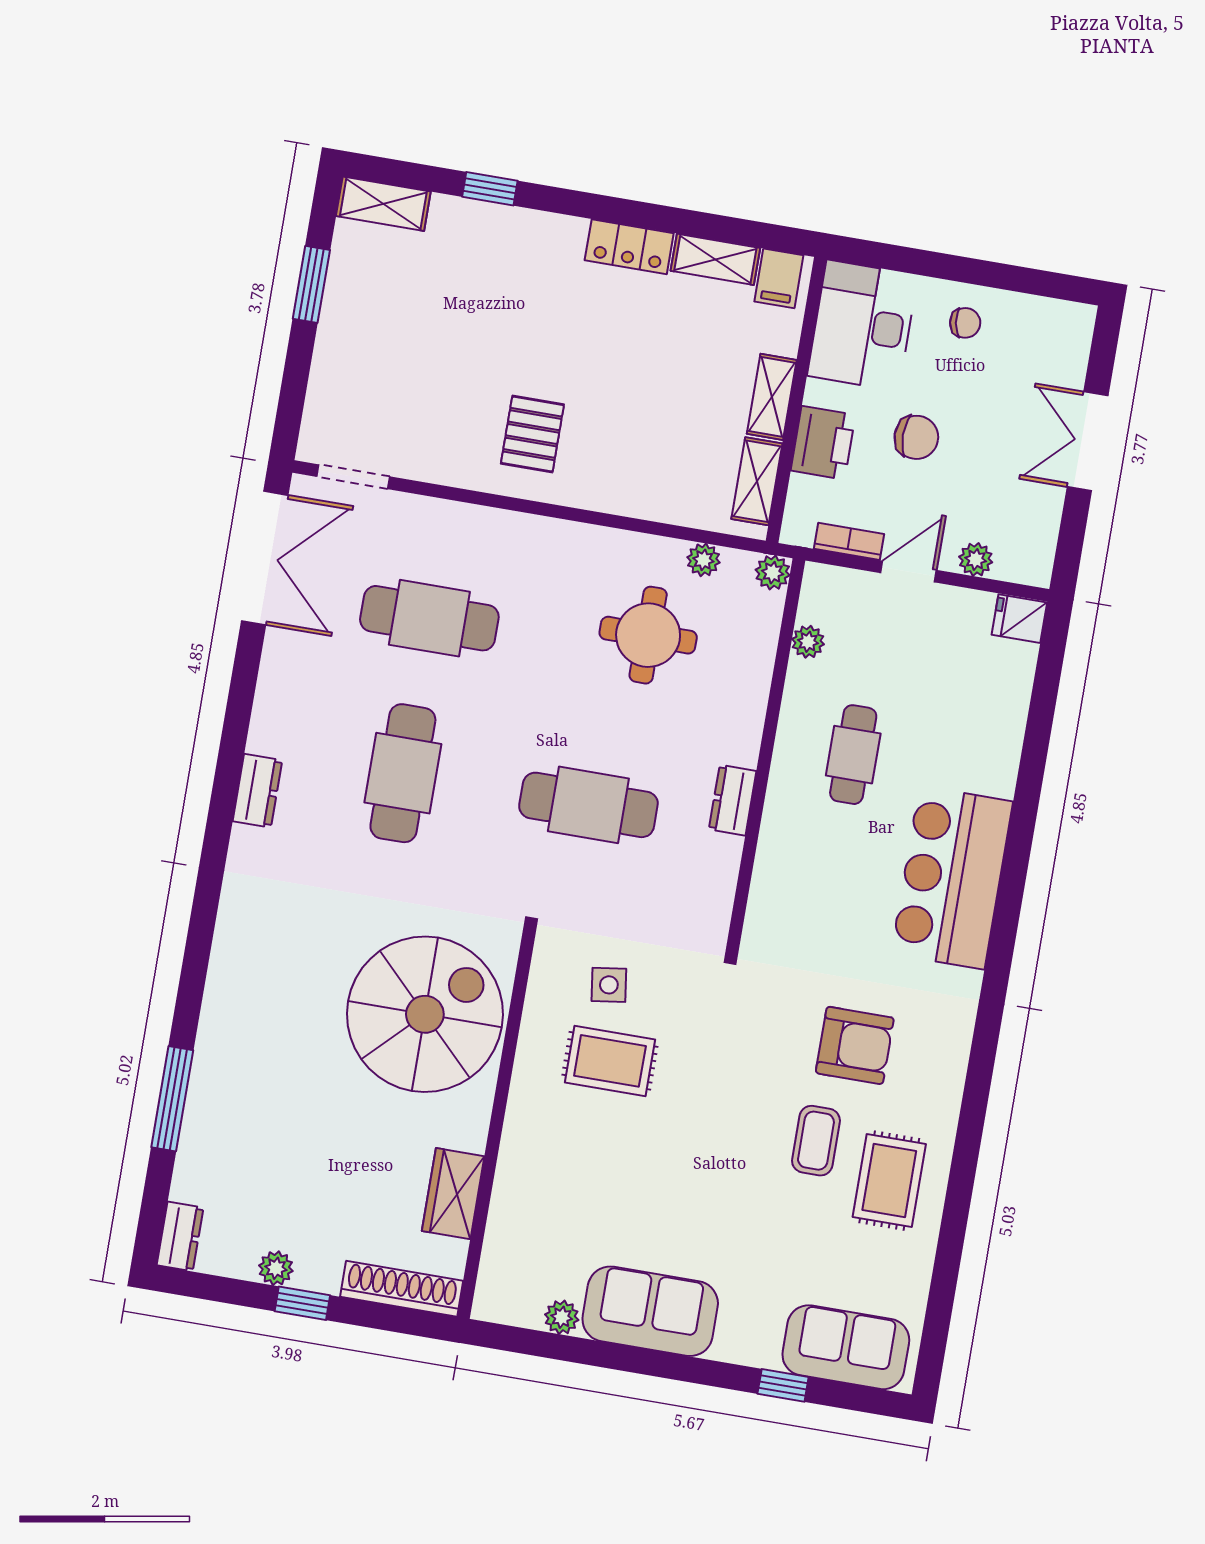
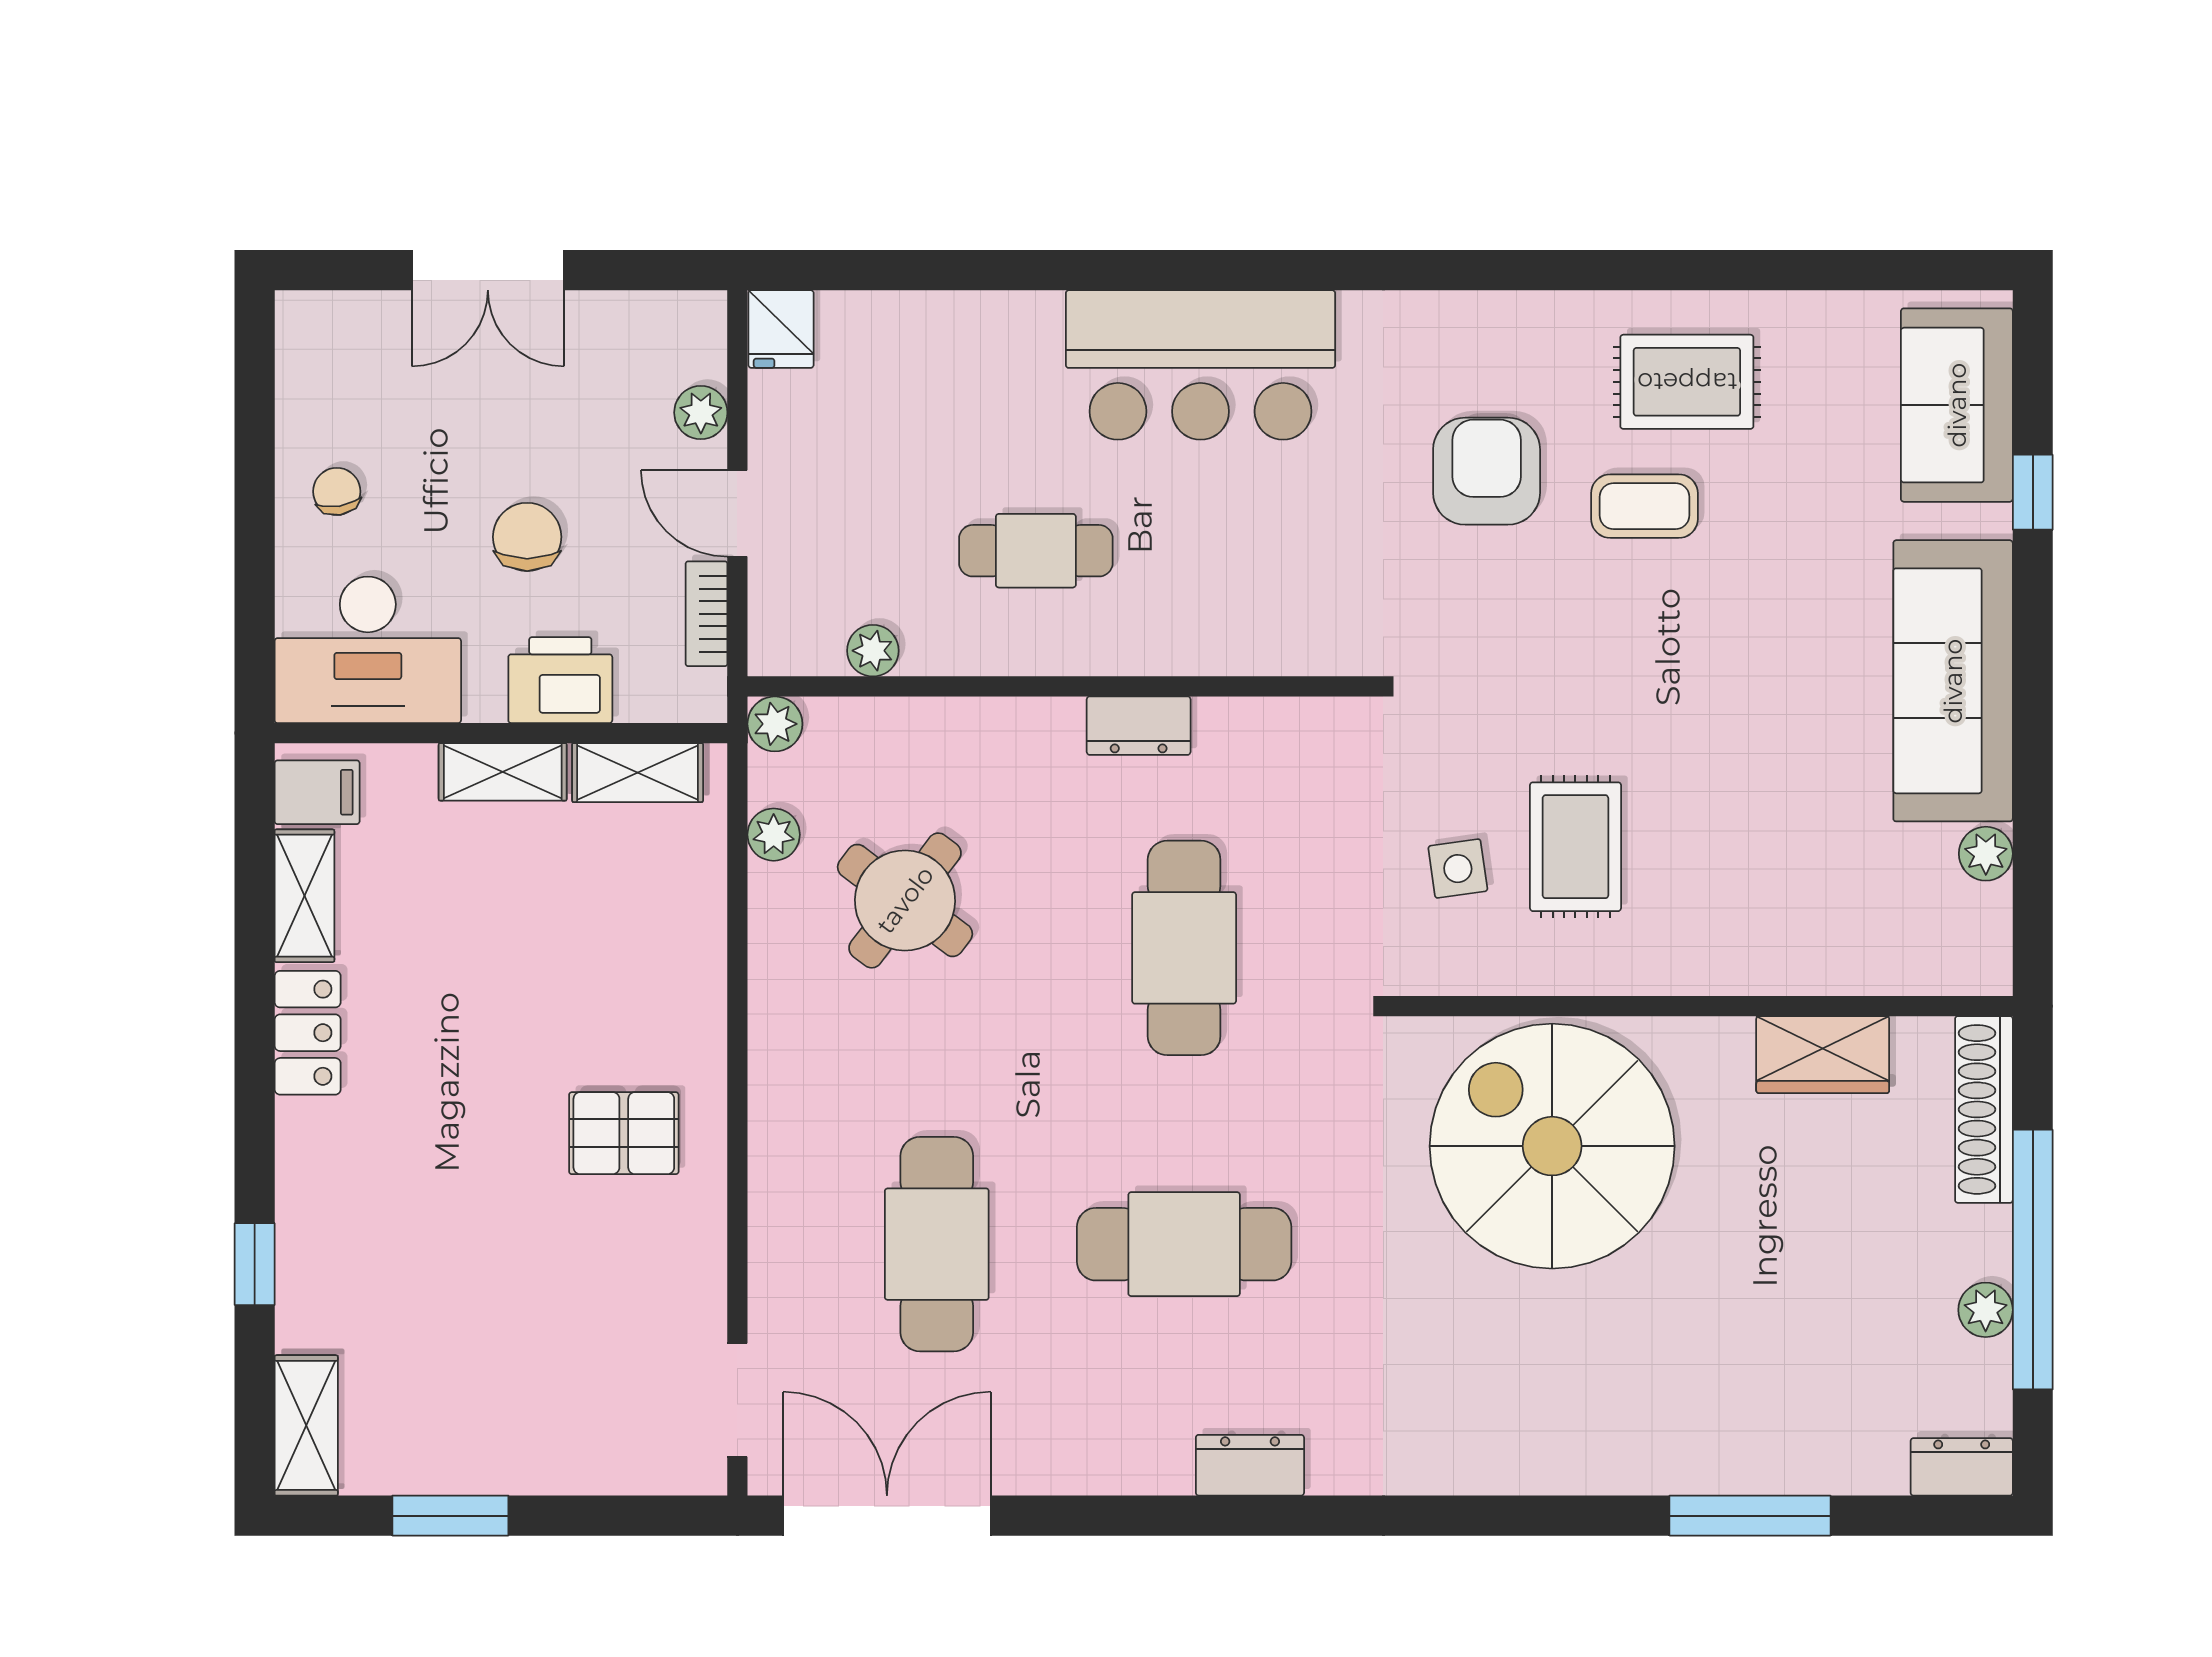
round table: (648, 635) -> (905, 900), turned 37
window: (302, 1303) -> (2033, 1260), width x3.17
sofa: (650, 1311) -> (1953, 681), width x1.36

